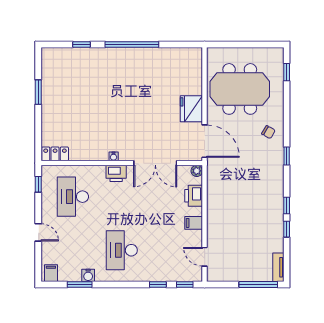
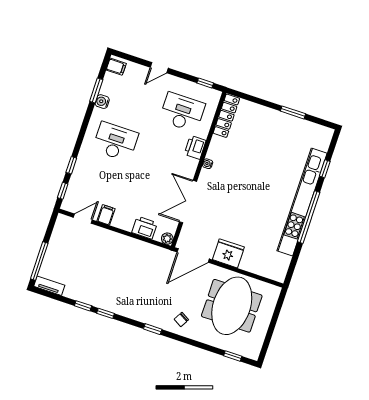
kitchen unit: (120, 55) -> (302, 202), added
locker: (55, 154) -> (226, 116), width x1.53
printer: (116, 173) -> (195, 147), moved
filing cabinet: (194, 223) -> (106, 215), moved

